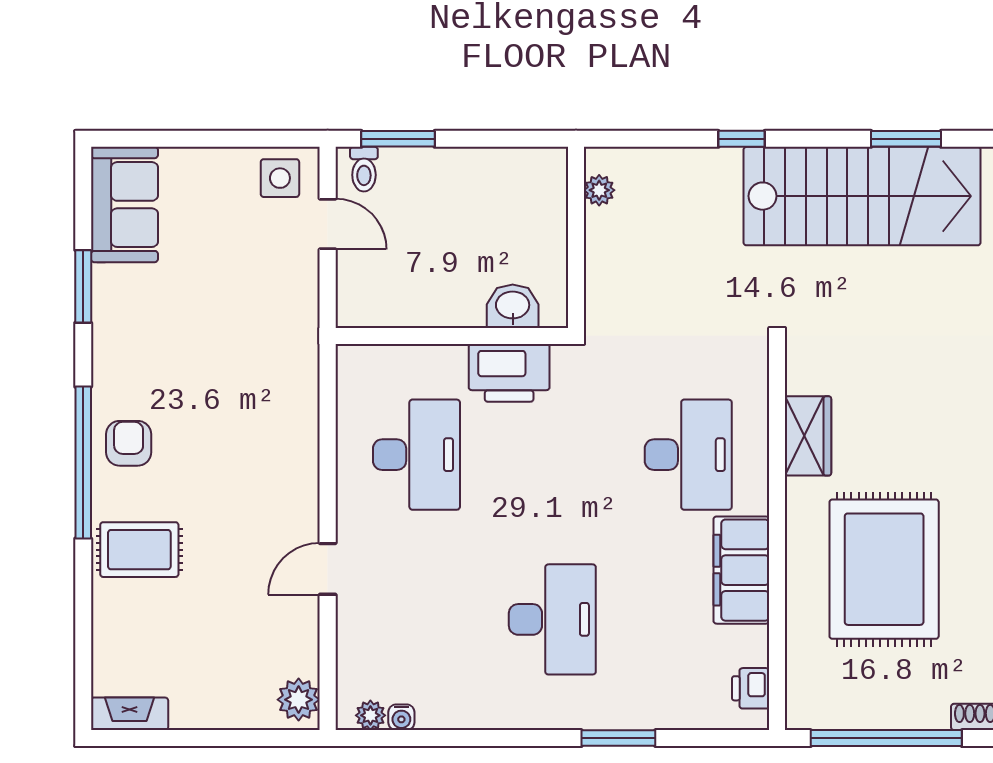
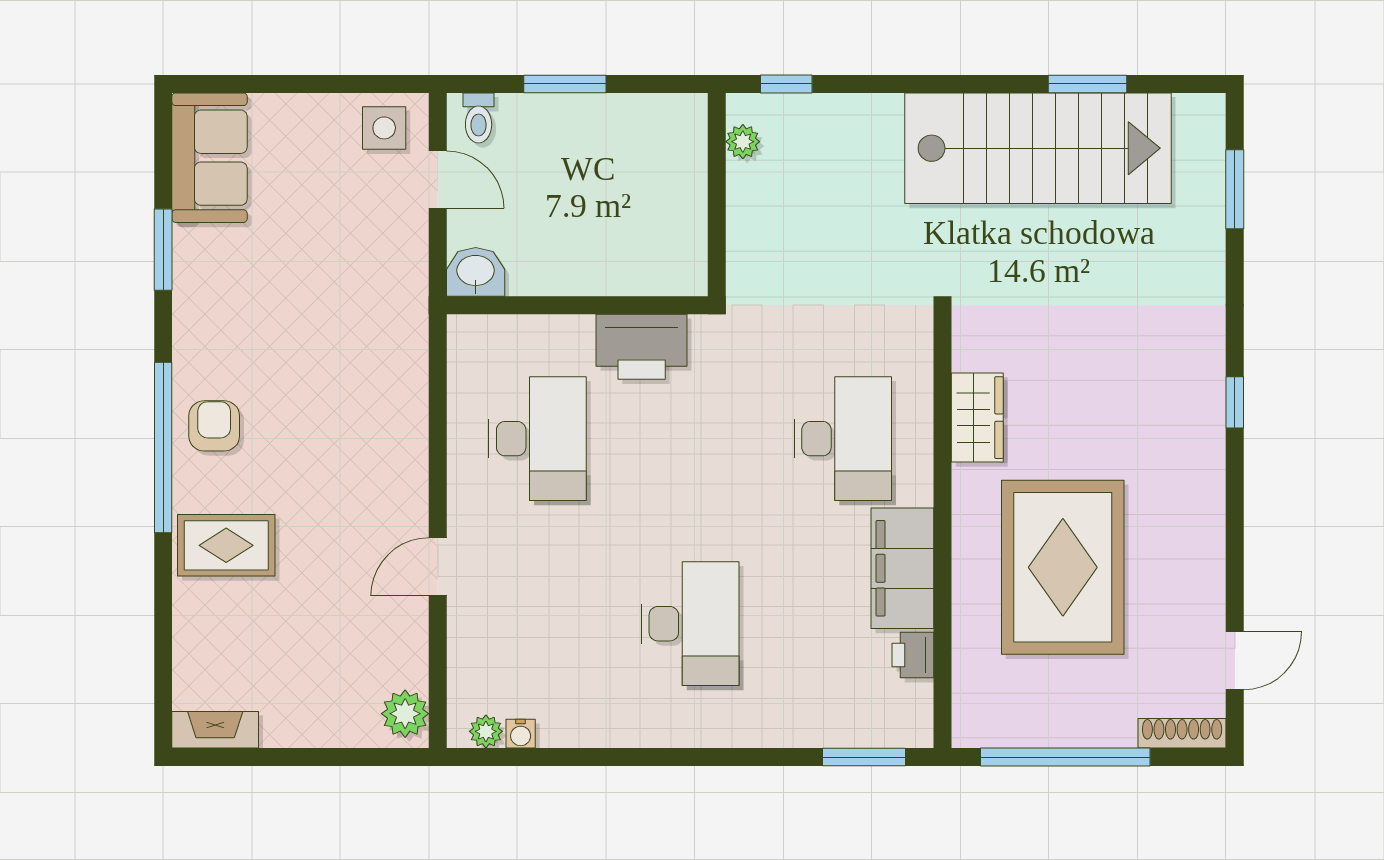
window: (398, 139) -> (565, 84), moved
window: (742, 139) -> (786, 84), moved
washbasin: (513, 306) -> (476, 272), moved
printer: (751, 688) -> (913, 655), moved
window: (618, 738) -> (864, 757), moved

